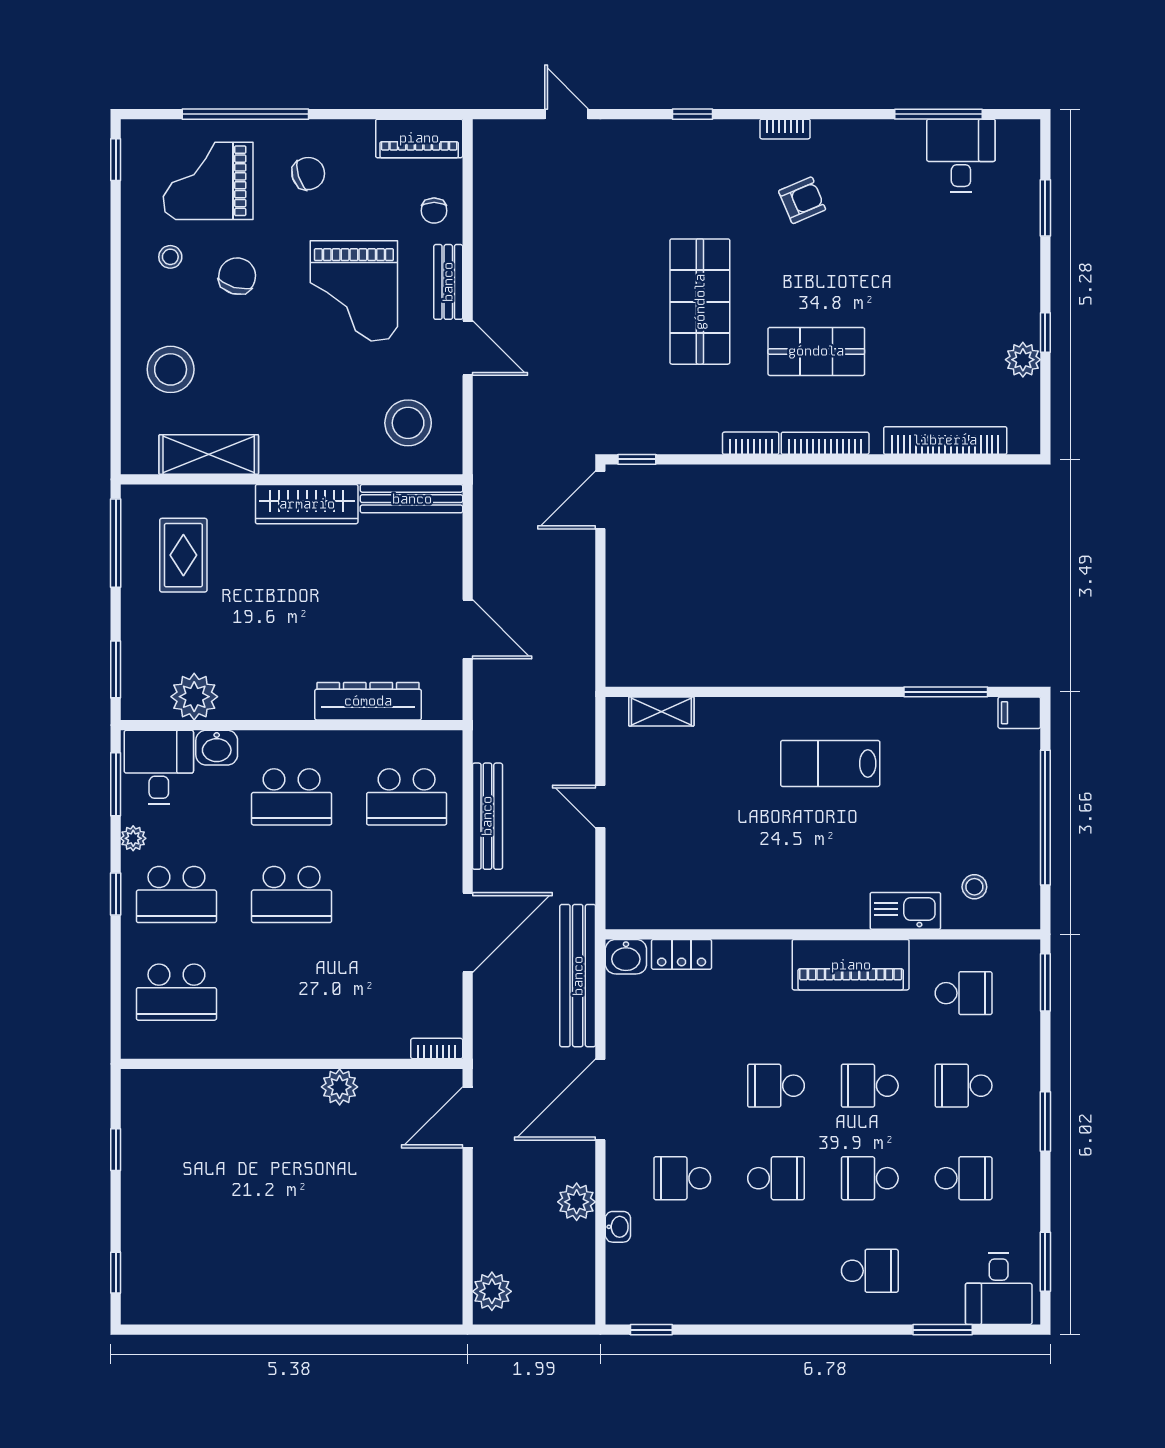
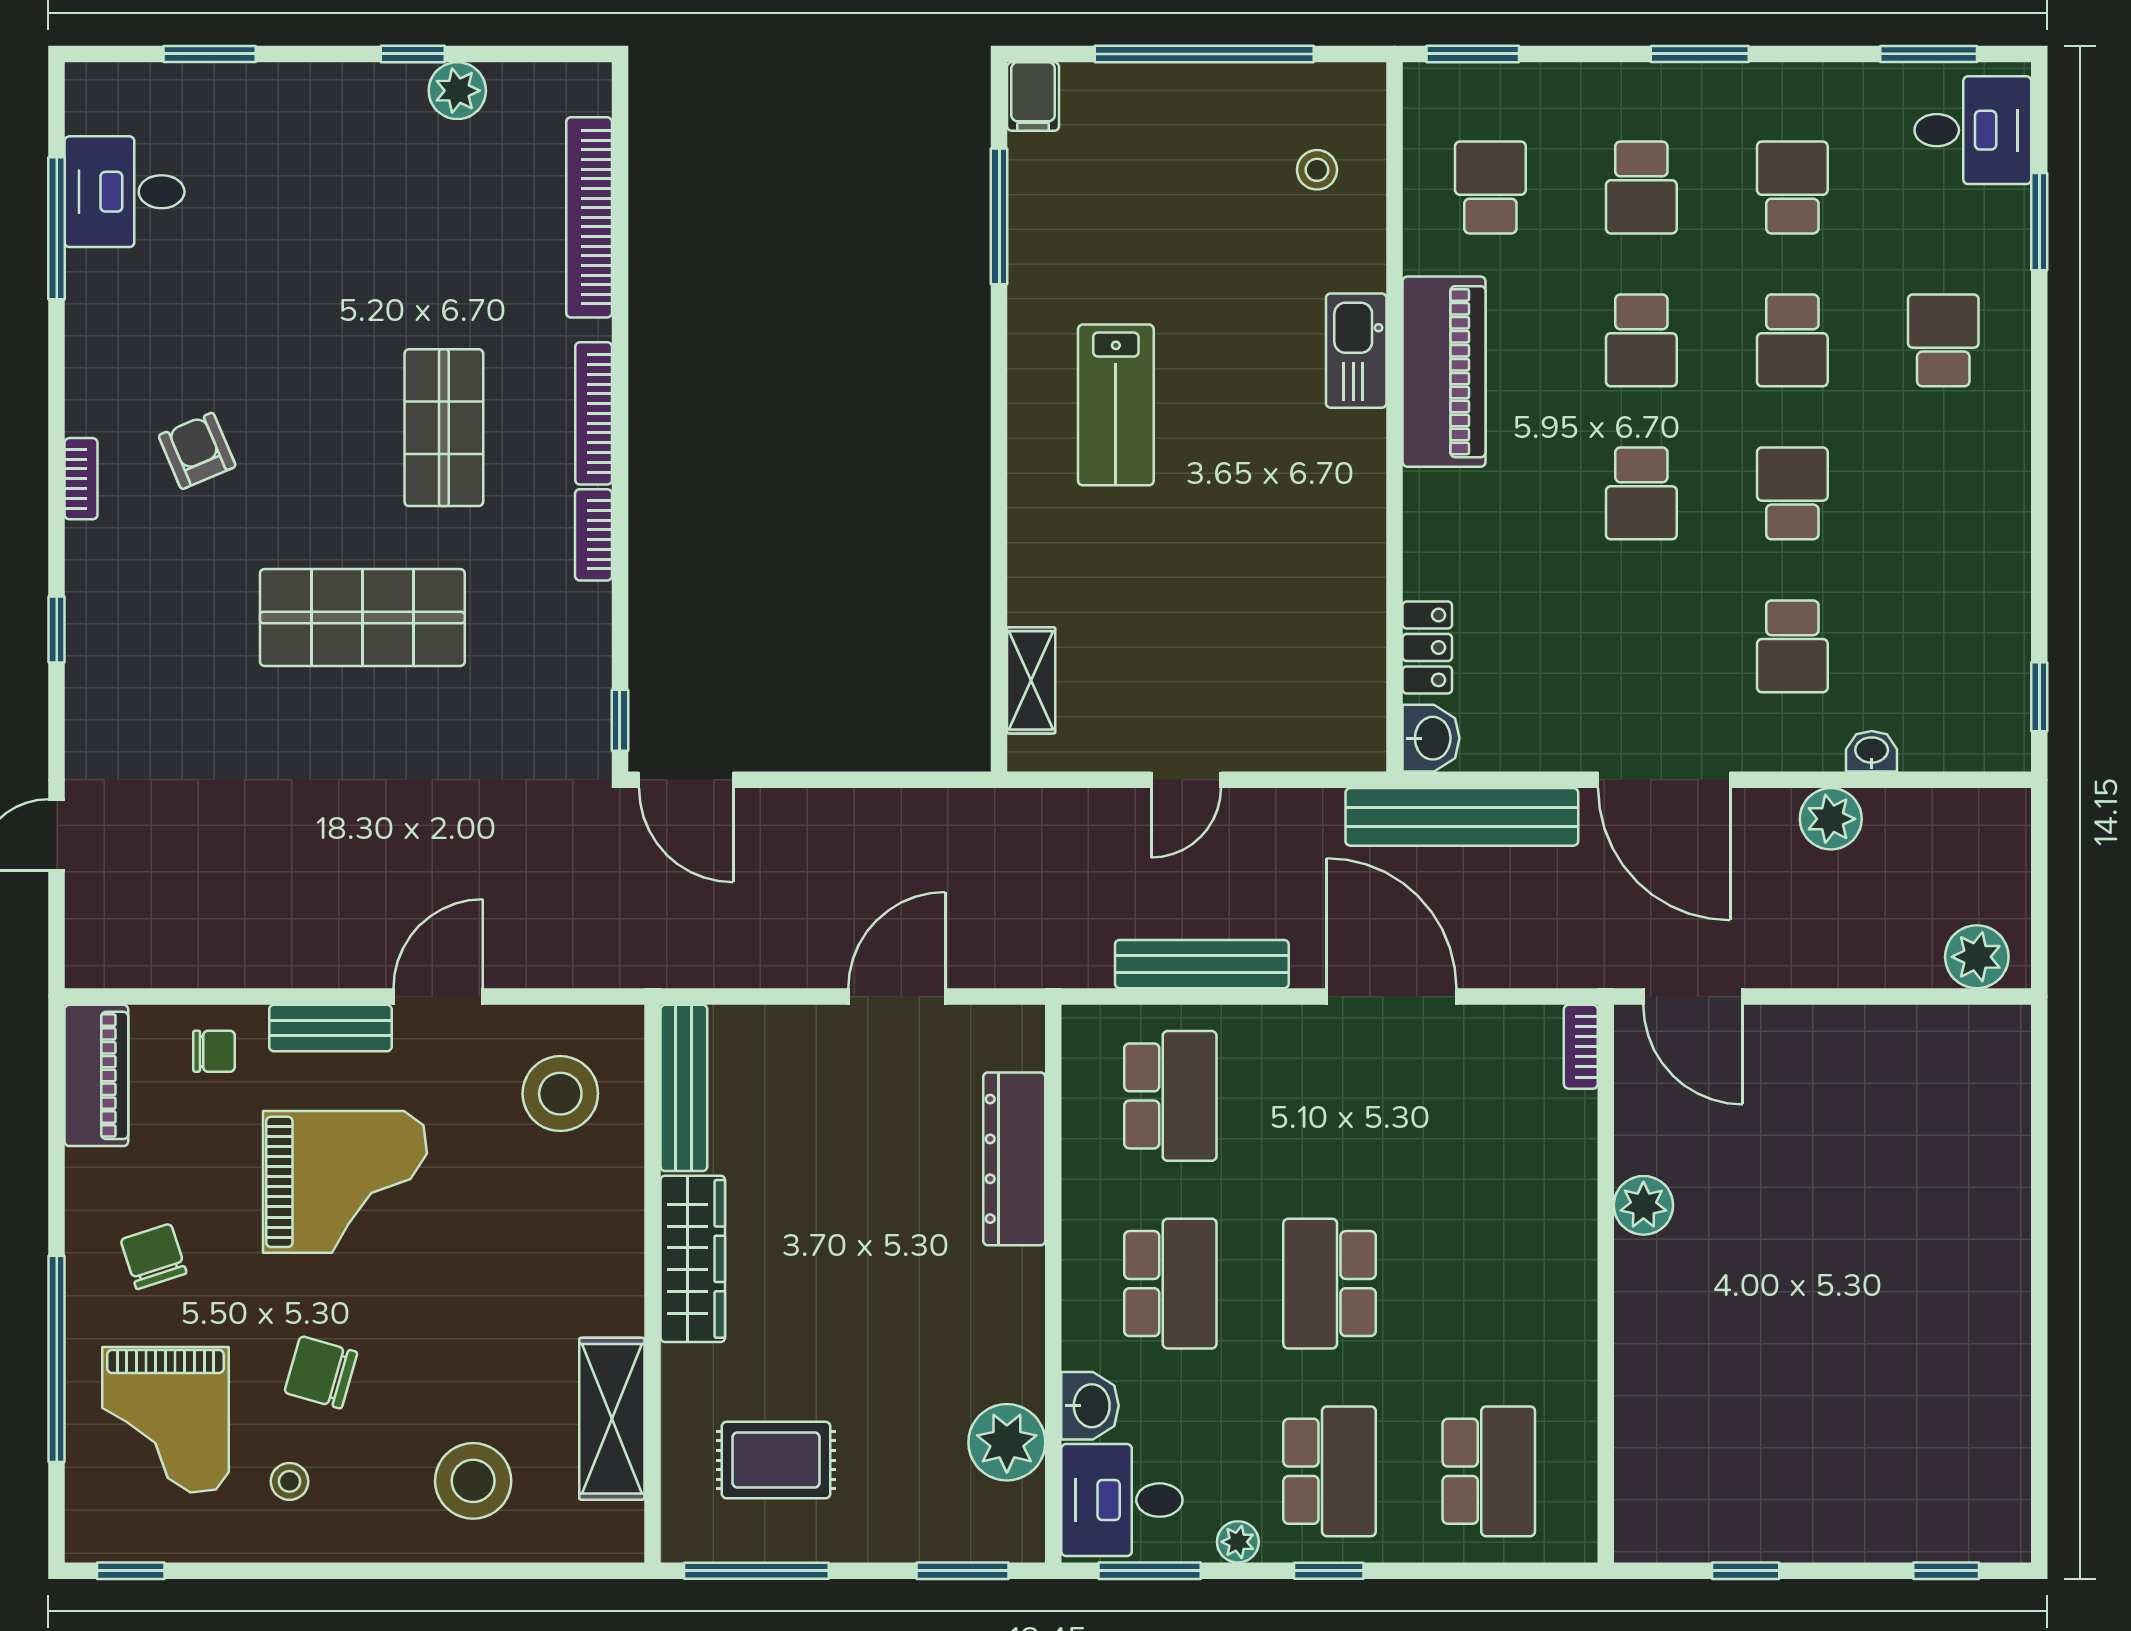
school desk: (292, 894) -> (1330, 1284), turned 180
kitchen sink: (905, 911) -> (1356, 351), moved

